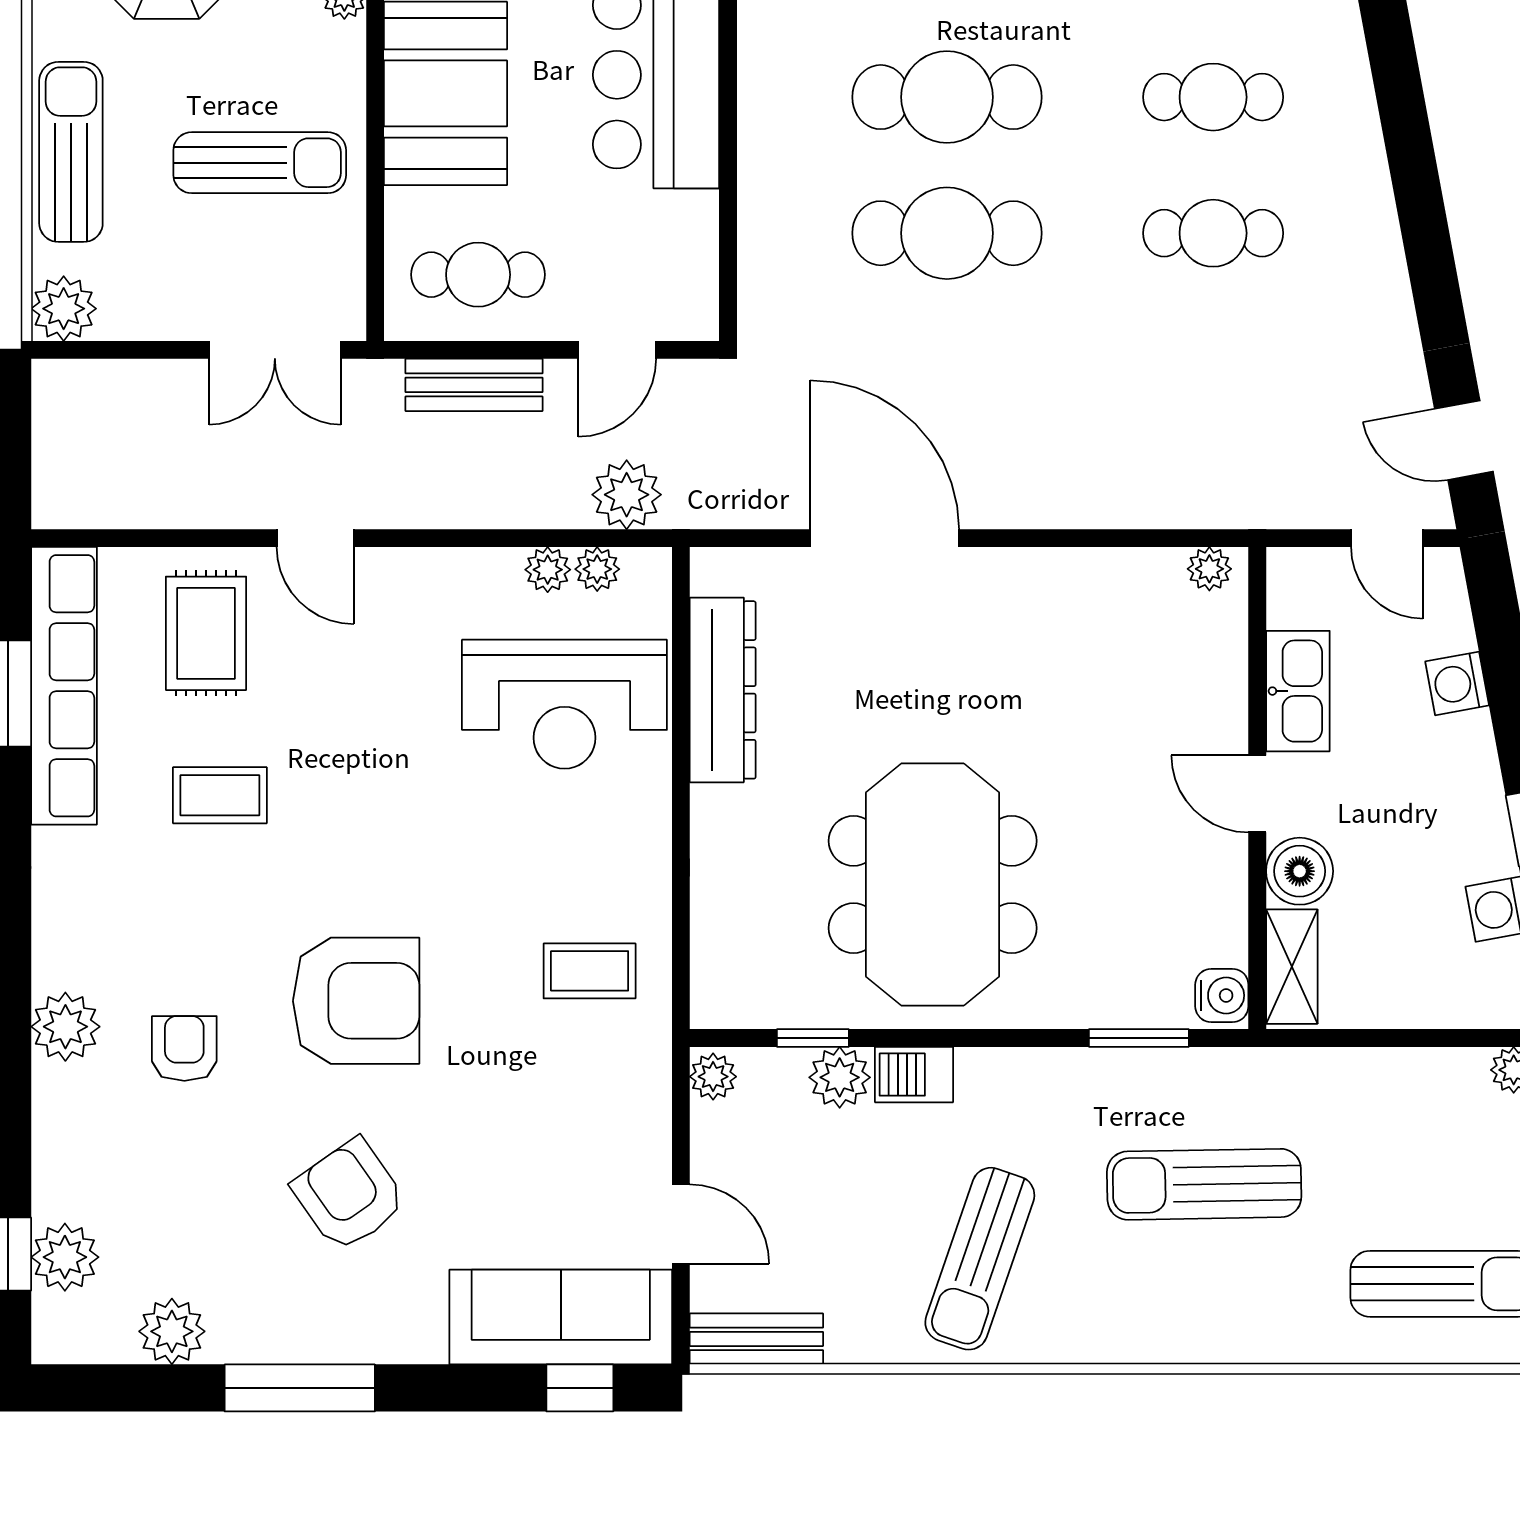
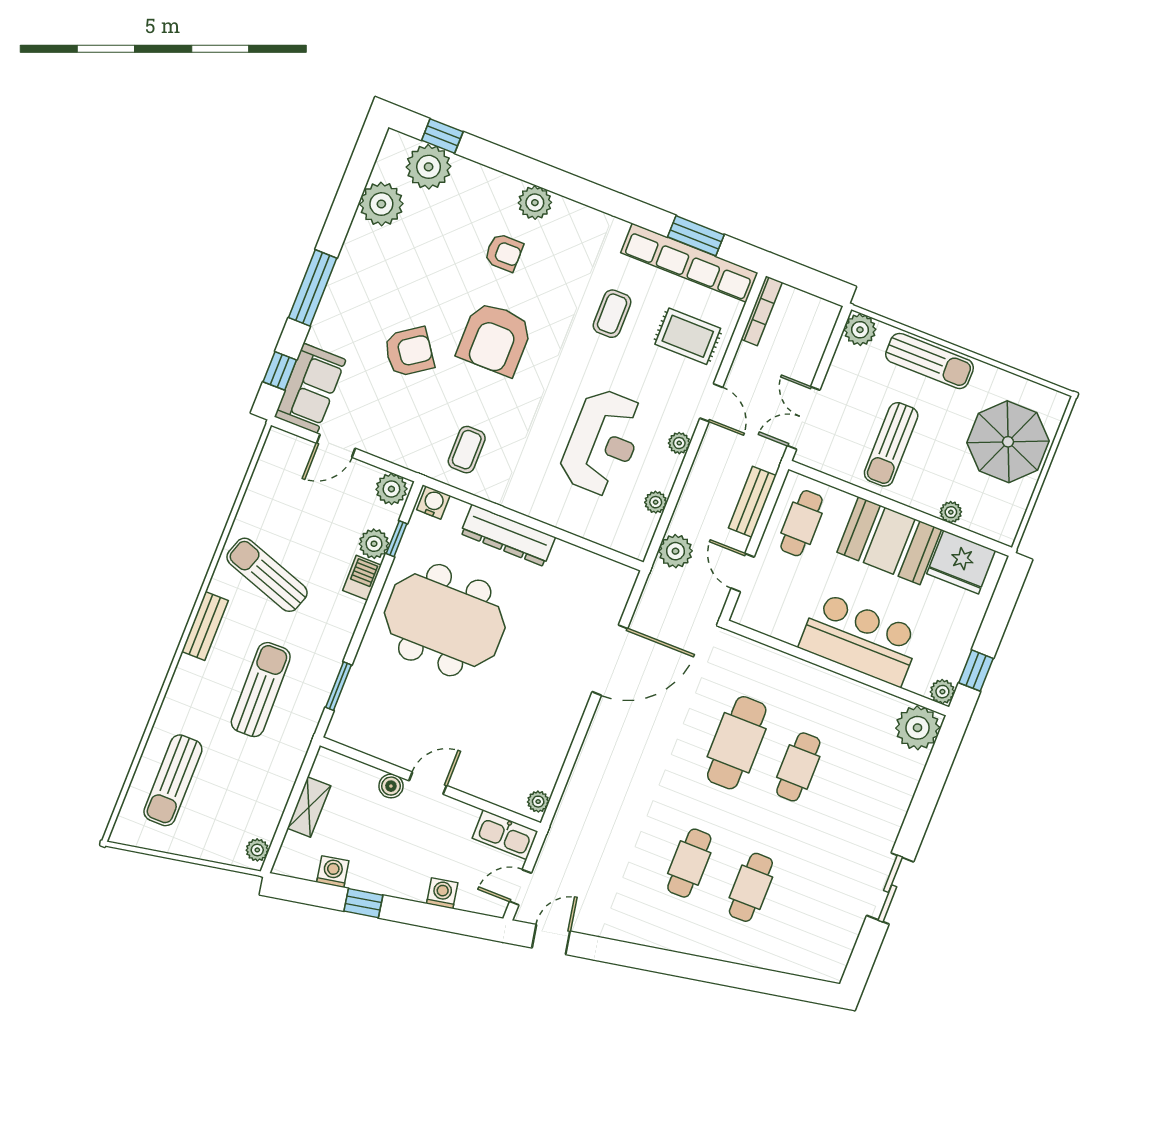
cafe table: (947, 97) -> (798, 767), width x0.73, depth x0.74
bookcase: (102, 511) -> (762, 311), added
door: (315, 538) -> (711, 403), swing flipped
plant: (597, 569) -> (679, 443), moved
dresser: (723, 690) -> (508, 535), moved
kitchen sink: (1298, 691) -> (505, 835), moved
reception desk: (564, 704) -> (603, 442), moved, turned 180
boiler: (1300, 871) -> (391, 786), width x0.73, depth x0.73
shelving: (1292, 967) -> (309, 807), moved, turned 90
water cooler: (1222, 995) -> (433, 503), moved, turned 180
plant: (713, 1077) -> (391, 489), width x1.38, depth x1.38
armchair: (349, 1195) -> (409, 352), moved
plant: (65, 1257) -> (429, 167), width x1.36, depth x1.36
sofa: (561, 1317) -> (310, 388), width x0.73
plant: (172, 1331) -> (381, 204), width x1.36, depth x1.36
bench: (756, 1339) -> (205, 626), moved
window: (300, 1388) -> (313, 288), moved

